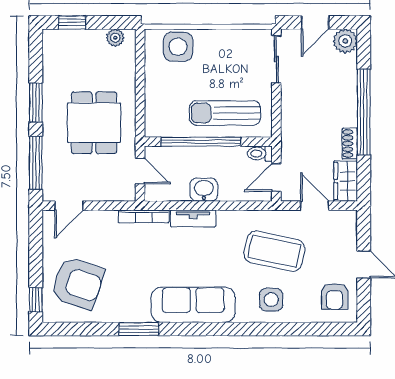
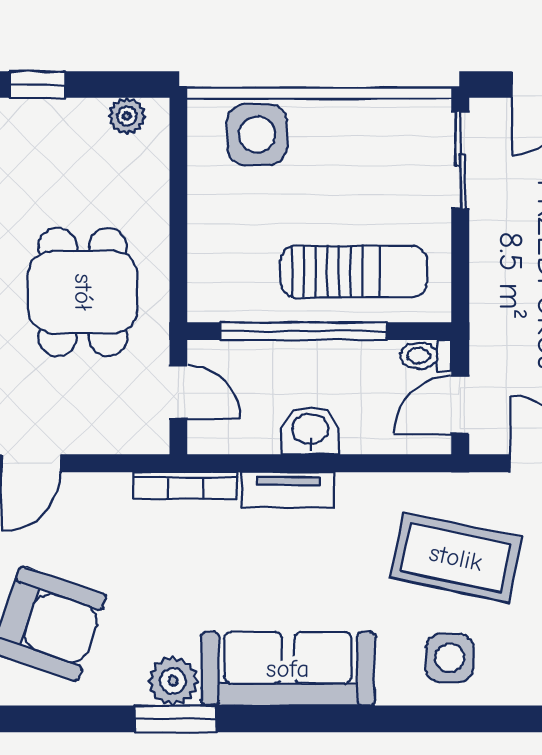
sun lounger: (225, 113) -> (354, 272), turned 180
plant: (138, 311) -> (173, 681), added

